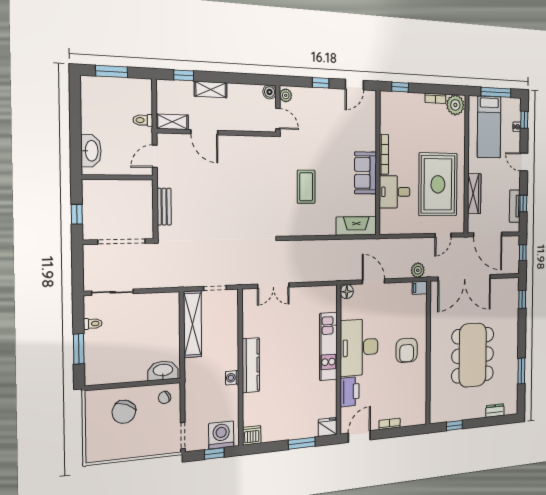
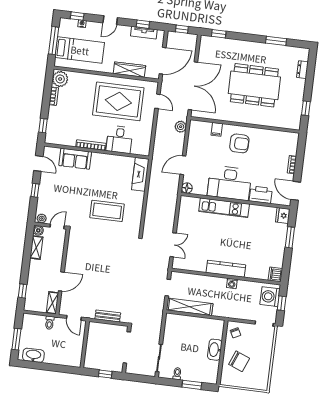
shelving: (211, 89) -> (36, 248), moved
washbasin: (91, 151) -> (33, 355), moved
sofa: (366, 173) -> (75, 159), moved
coffee table: (306, 187) -> (107, 211), width x1.36, depth x1.32
filing cabinet: (420, 288) -> (217, 129), moved
washbasin: (163, 371) -> (215, 350), moved

